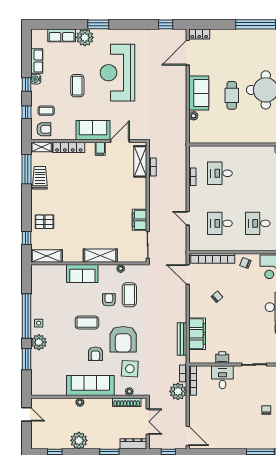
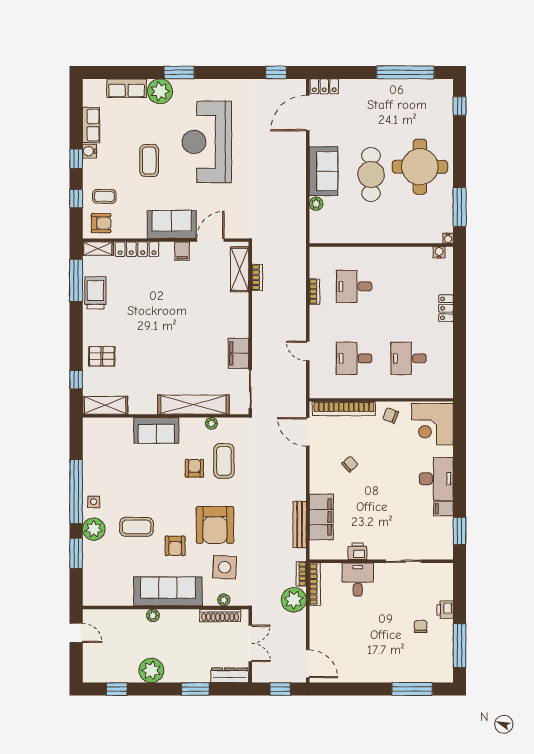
cafe table: (232, 95) -> (371, 174), width x1.37, depth x1.35
shelving: (100, 256) -> (193, 405), width x1.47
coffee table: (87, 323) -> (136, 527), moved

